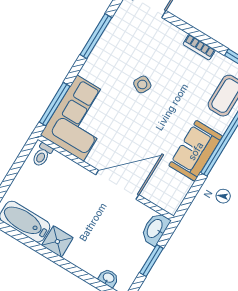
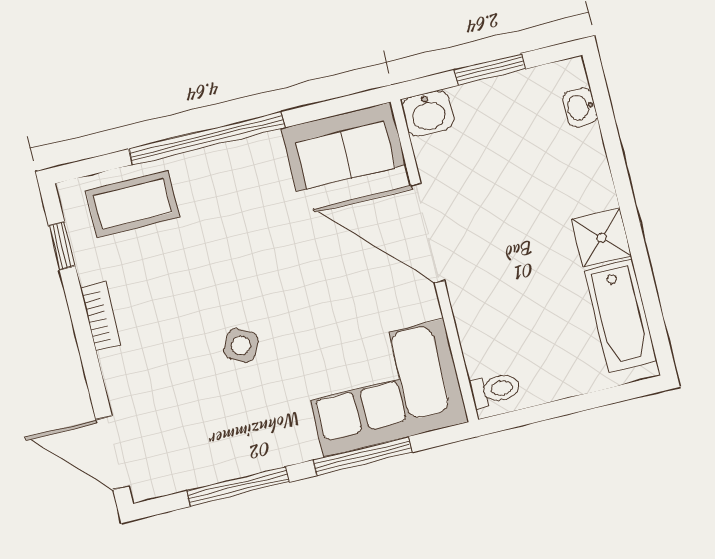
window: (55, 104) -> (362, 456), moved
sofa: (196, 151) -> (344, 147), moved
washbasin: (155, 229) -> (428, 113), width x0.72

